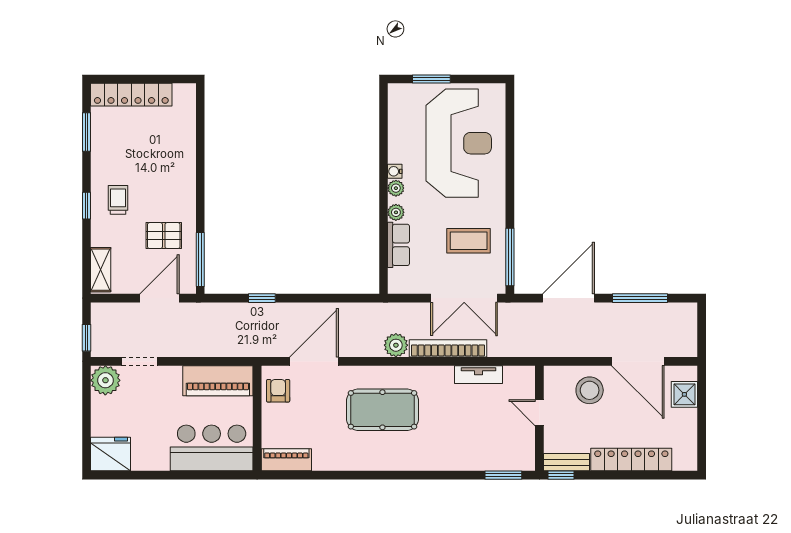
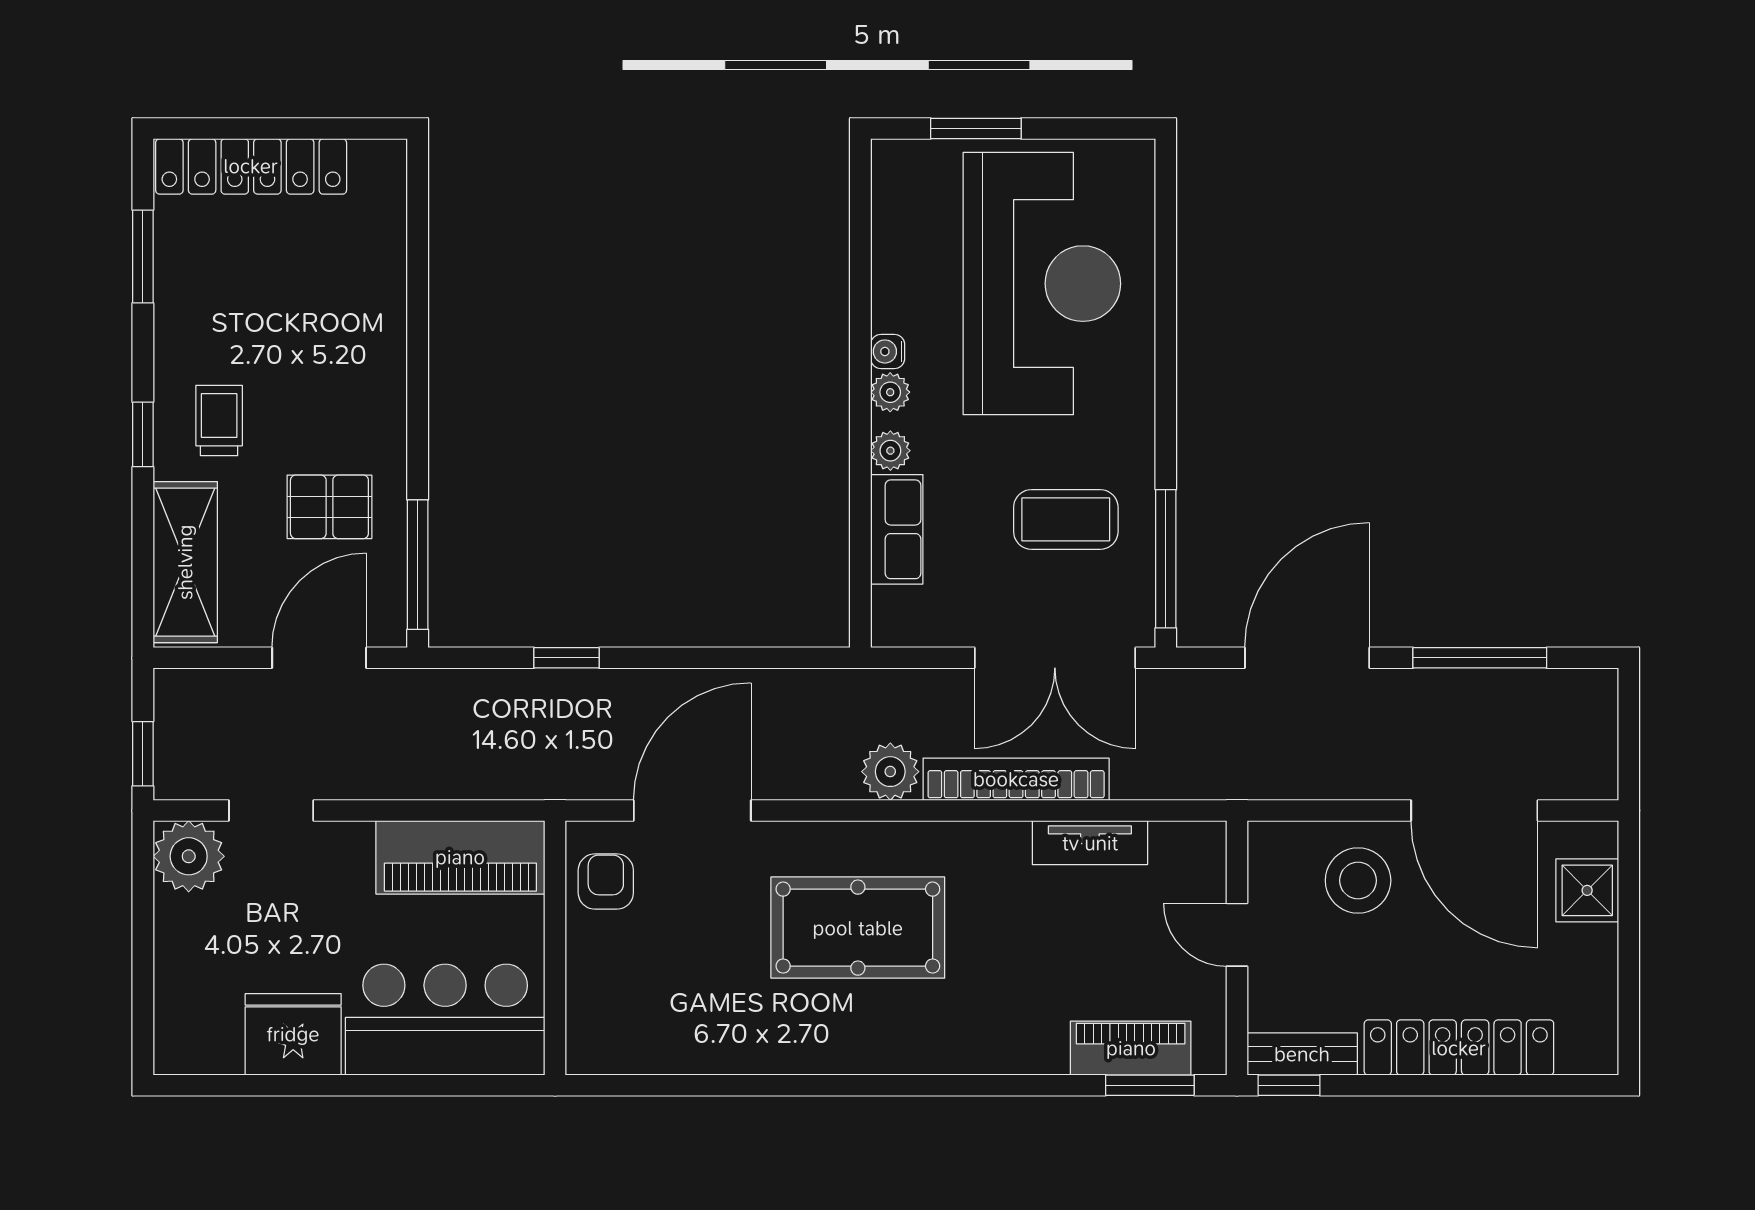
shelving: (101, 270) -> (185, 562), width x1.50, depth x1.33
fridge: (111, 454) -> (293, 1034), moved
piano: (286, 460) -> (1131, 1048), moved

